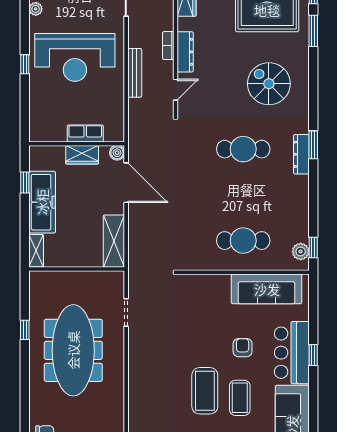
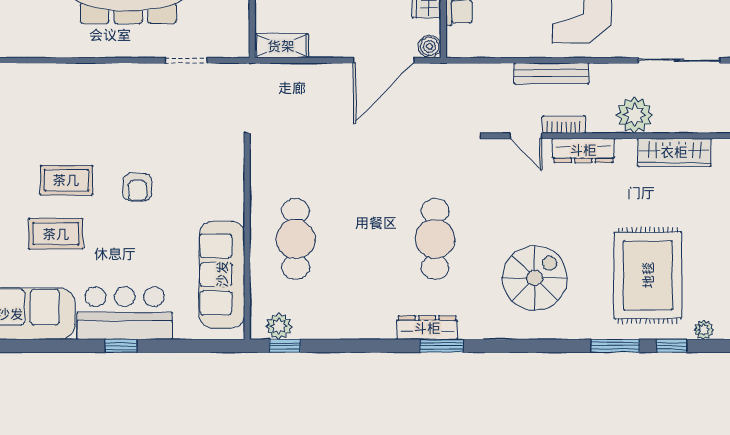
plant: (162, 18) -> (635, 115), added
bookcase: (168, 46) -> (564, 125), moved
shelving: (114, 241) -> (281, 46), width x0.67, depth x0.75
armchair: (243, 348) -> (137, 187), moved, turned 90
coffee table: (205, 391) -> (66, 180), width x0.73, depth x0.76

